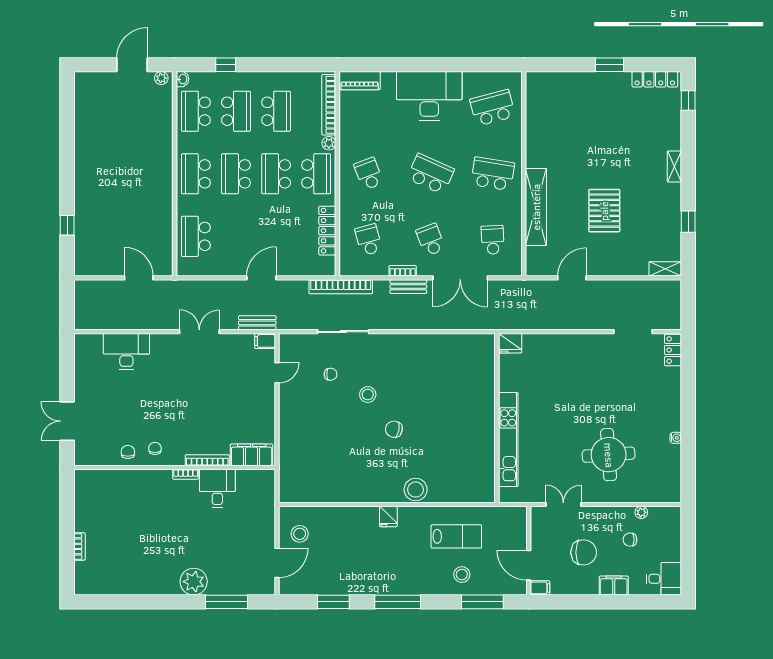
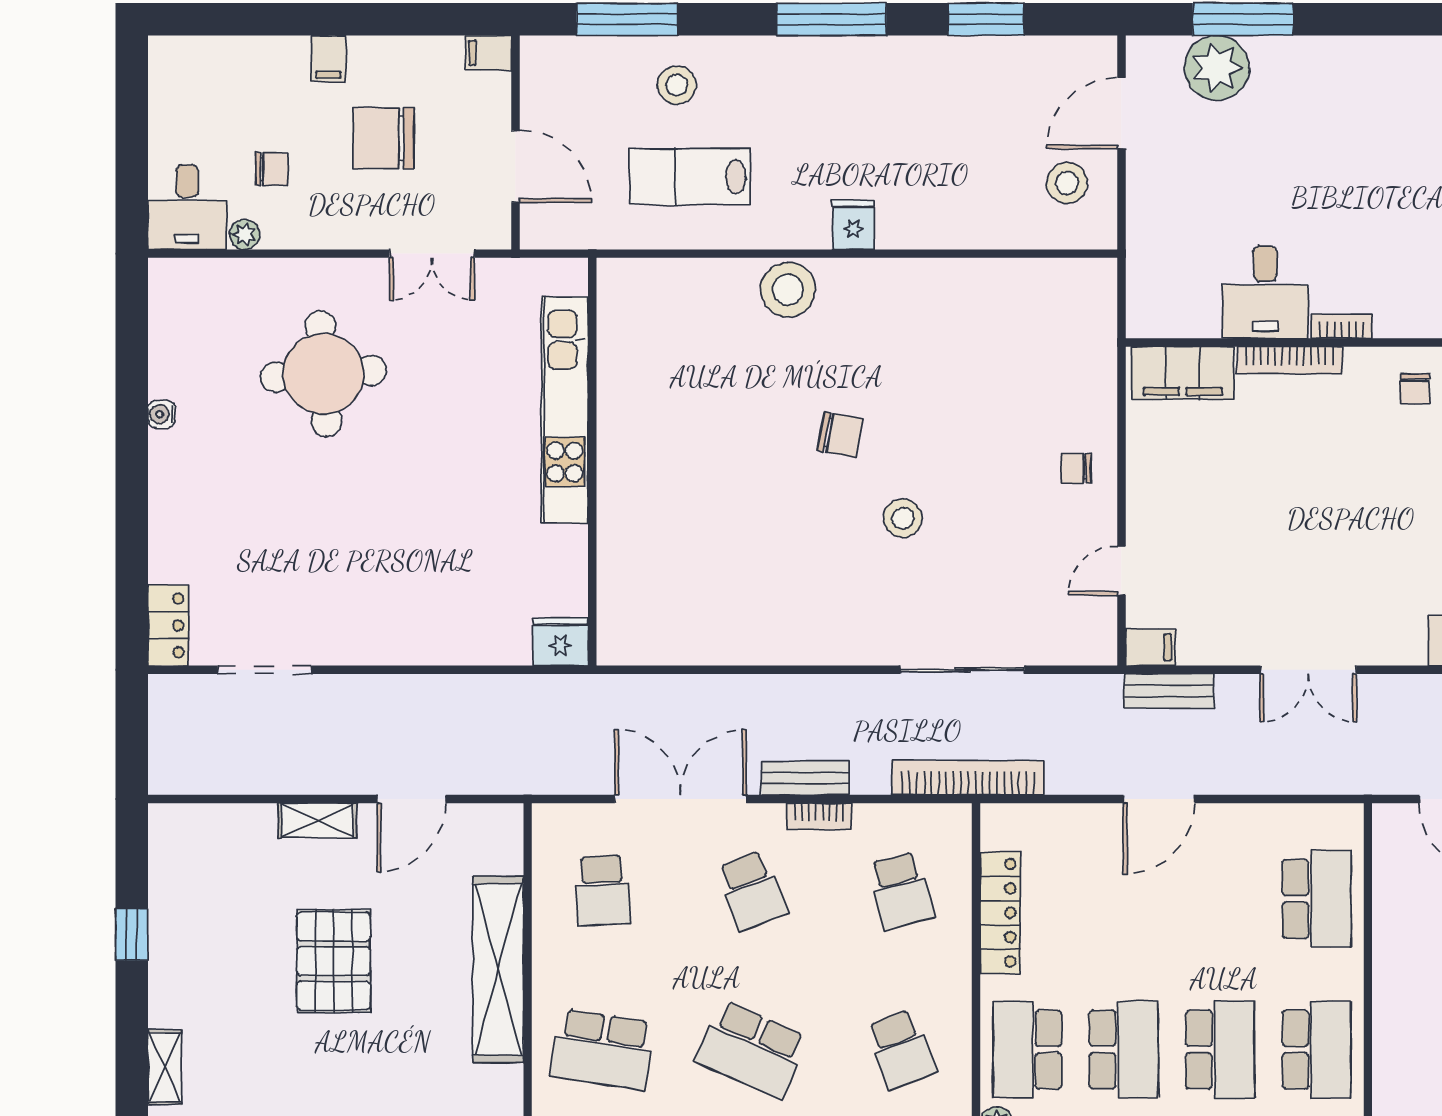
shelving: (665, 269) -> (318, 821), moved
chair: (331, 374) -> (1076, 468), moved
door: (529, 565) -> (515, 166), moved
desk: (664, 579) -> (187, 207), moved, turned -90
plant: (194, 582) -> (1217, 68), moved
filing cabinet: (614, 586) -> (328, 59), width x0.50

